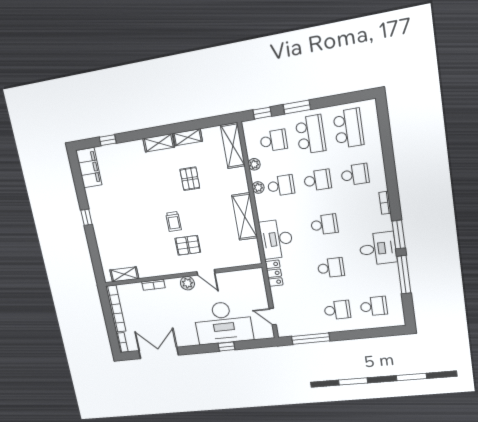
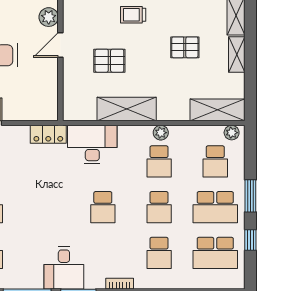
window: (262, 113) -> (250, 240), moved
plant: (254, 164) -> (232, 133), moved
pallet: (188, 245) -> (109, 61), moved, turned 90
school desk: (331, 268) -> (47, 207), removed

